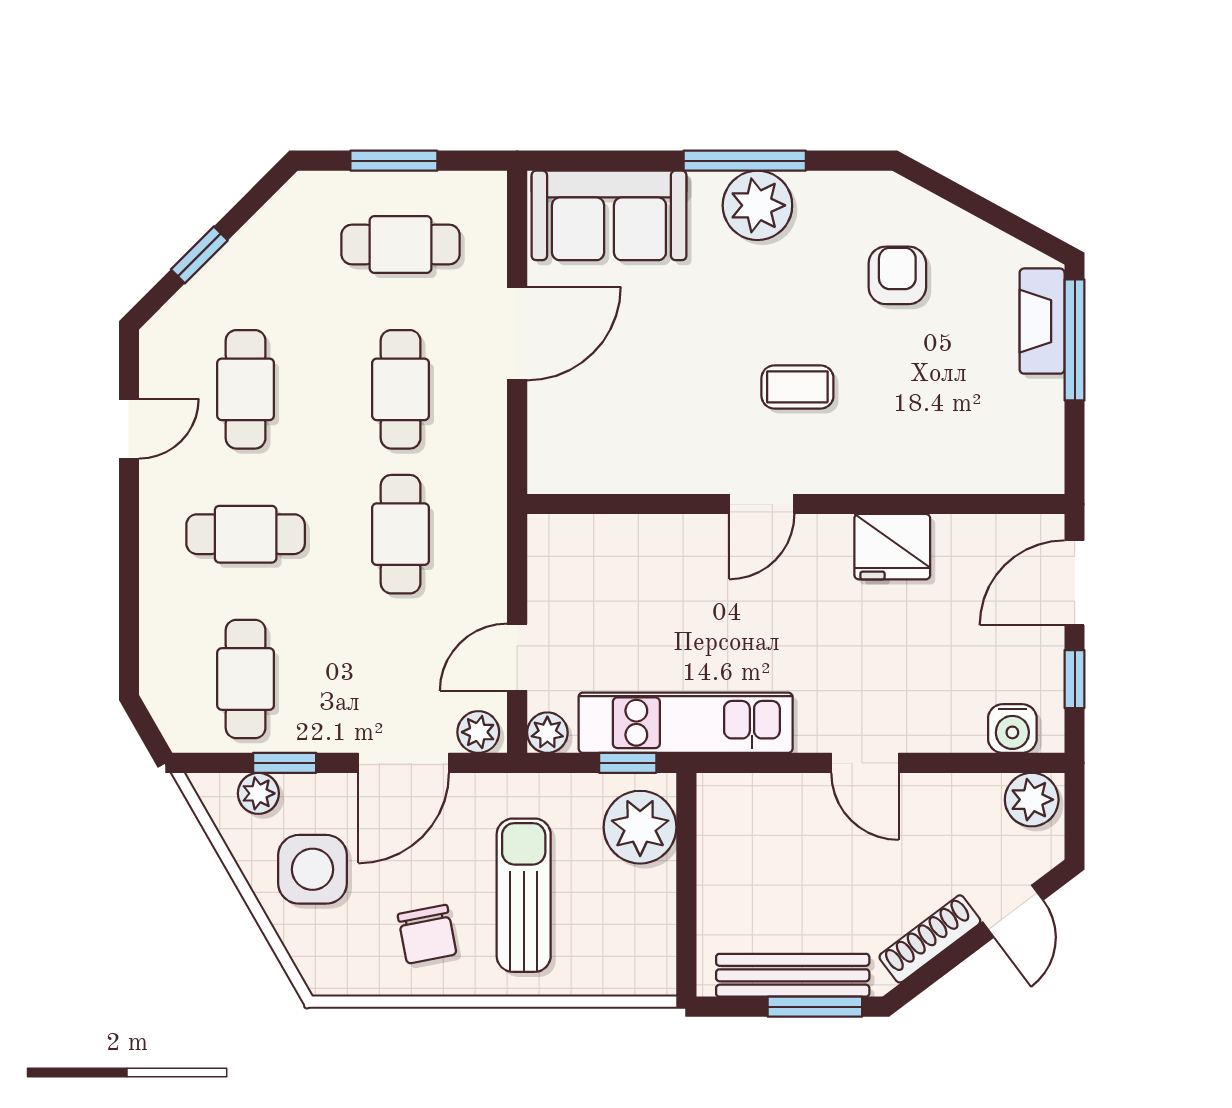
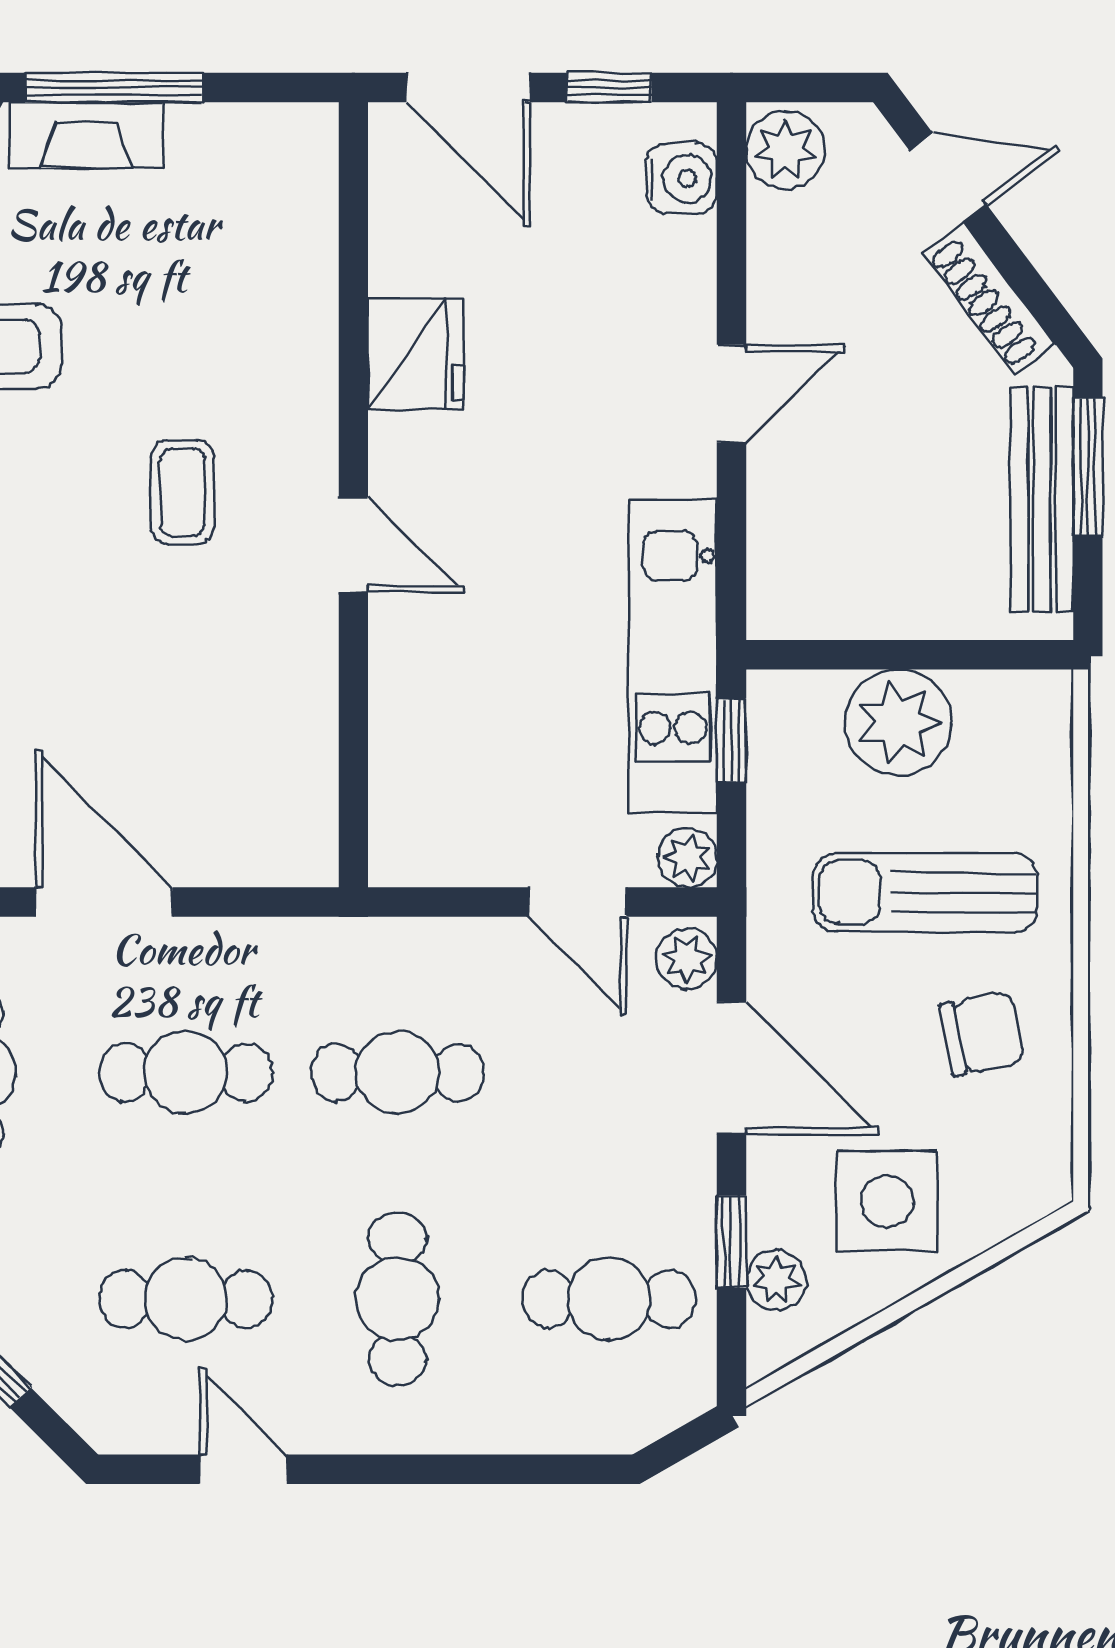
plant: (640, 827) -> (898, 722), moved

